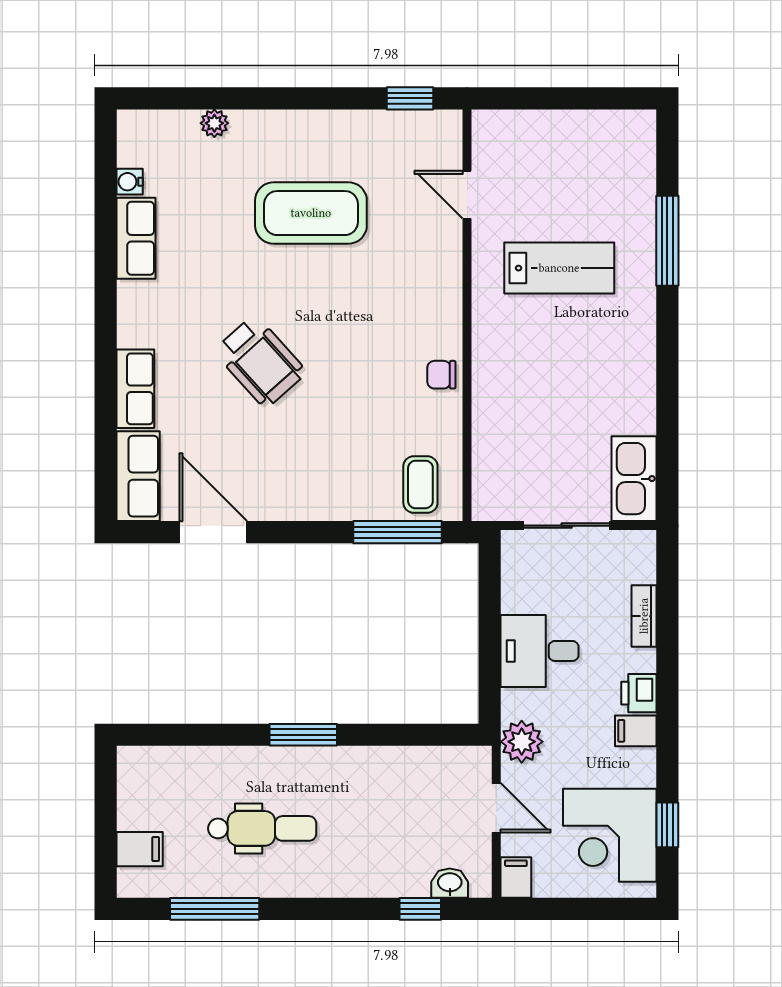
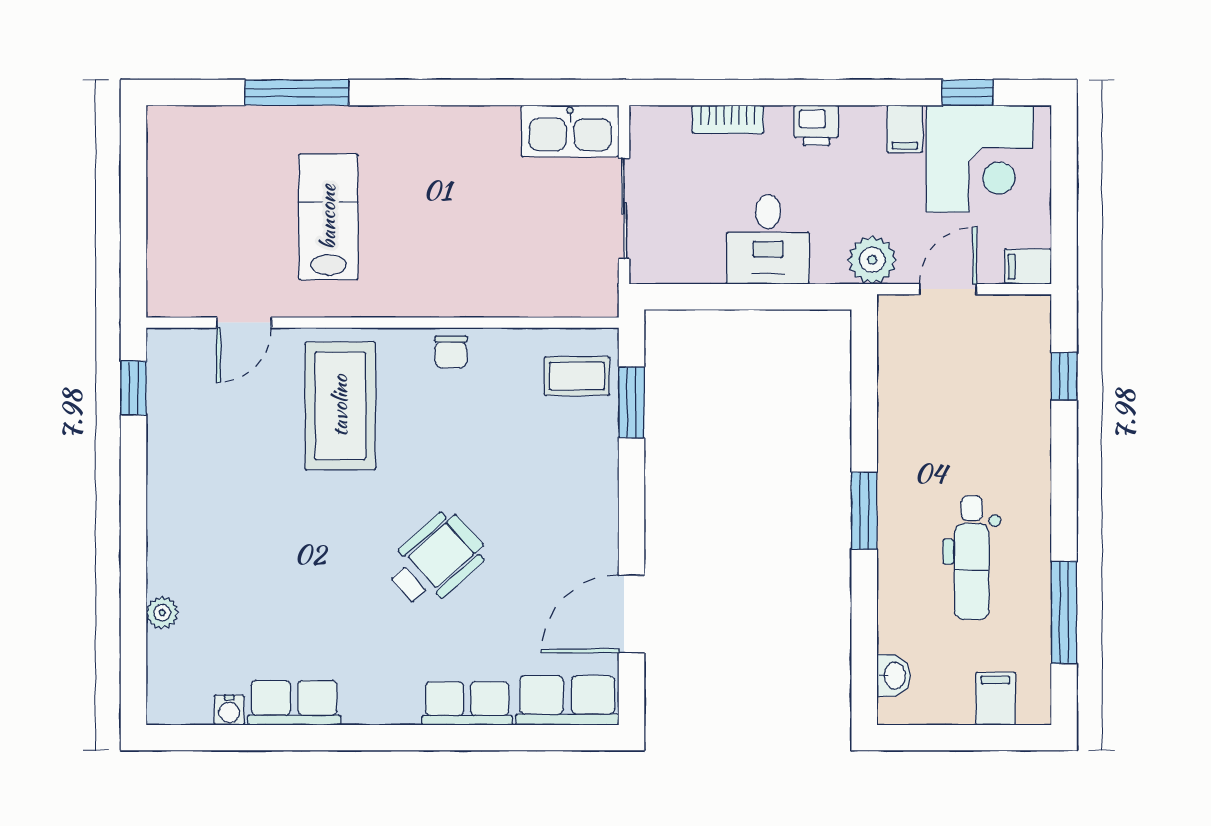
coffee table: (311, 213) -> (340, 406), moved
window: (398, 532) -> (632, 402), width x0.69
filing cabinet: (636, 731) -> (905, 129), moved
dental chair: (262, 828) -> (972, 558), turned 180
washbasin: (450, 883) -> (894, 676), moved, turned 180

